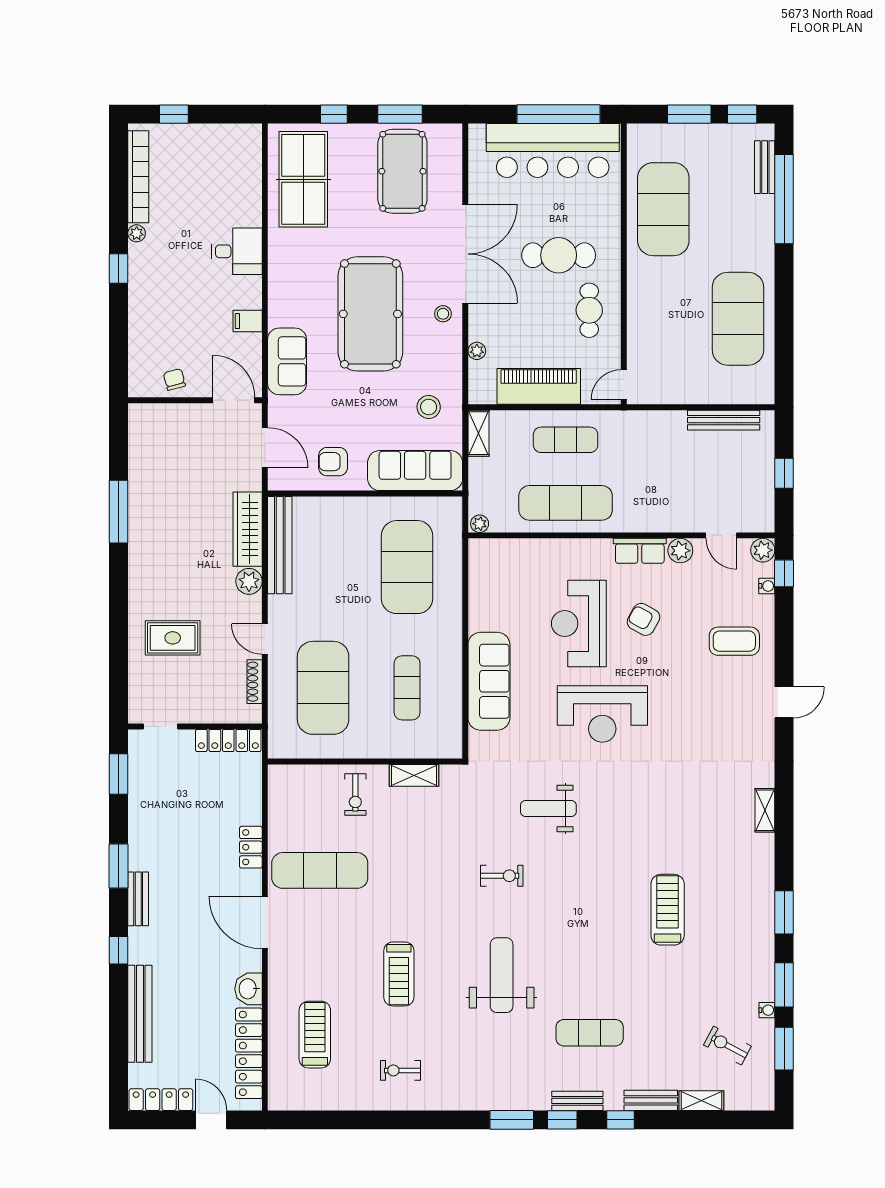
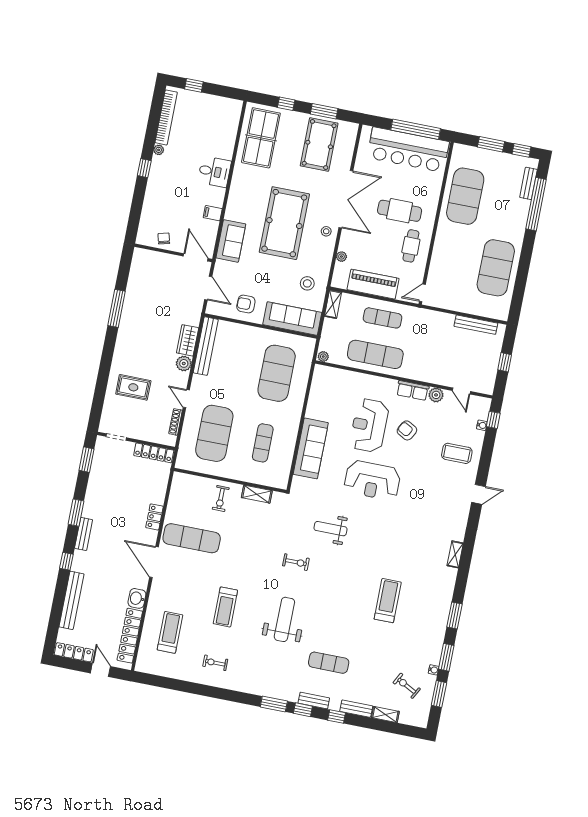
wardrobe: (248, 529) -> (188, 340), width x0.67
plant: (763, 550) -> (484, 404), removed

